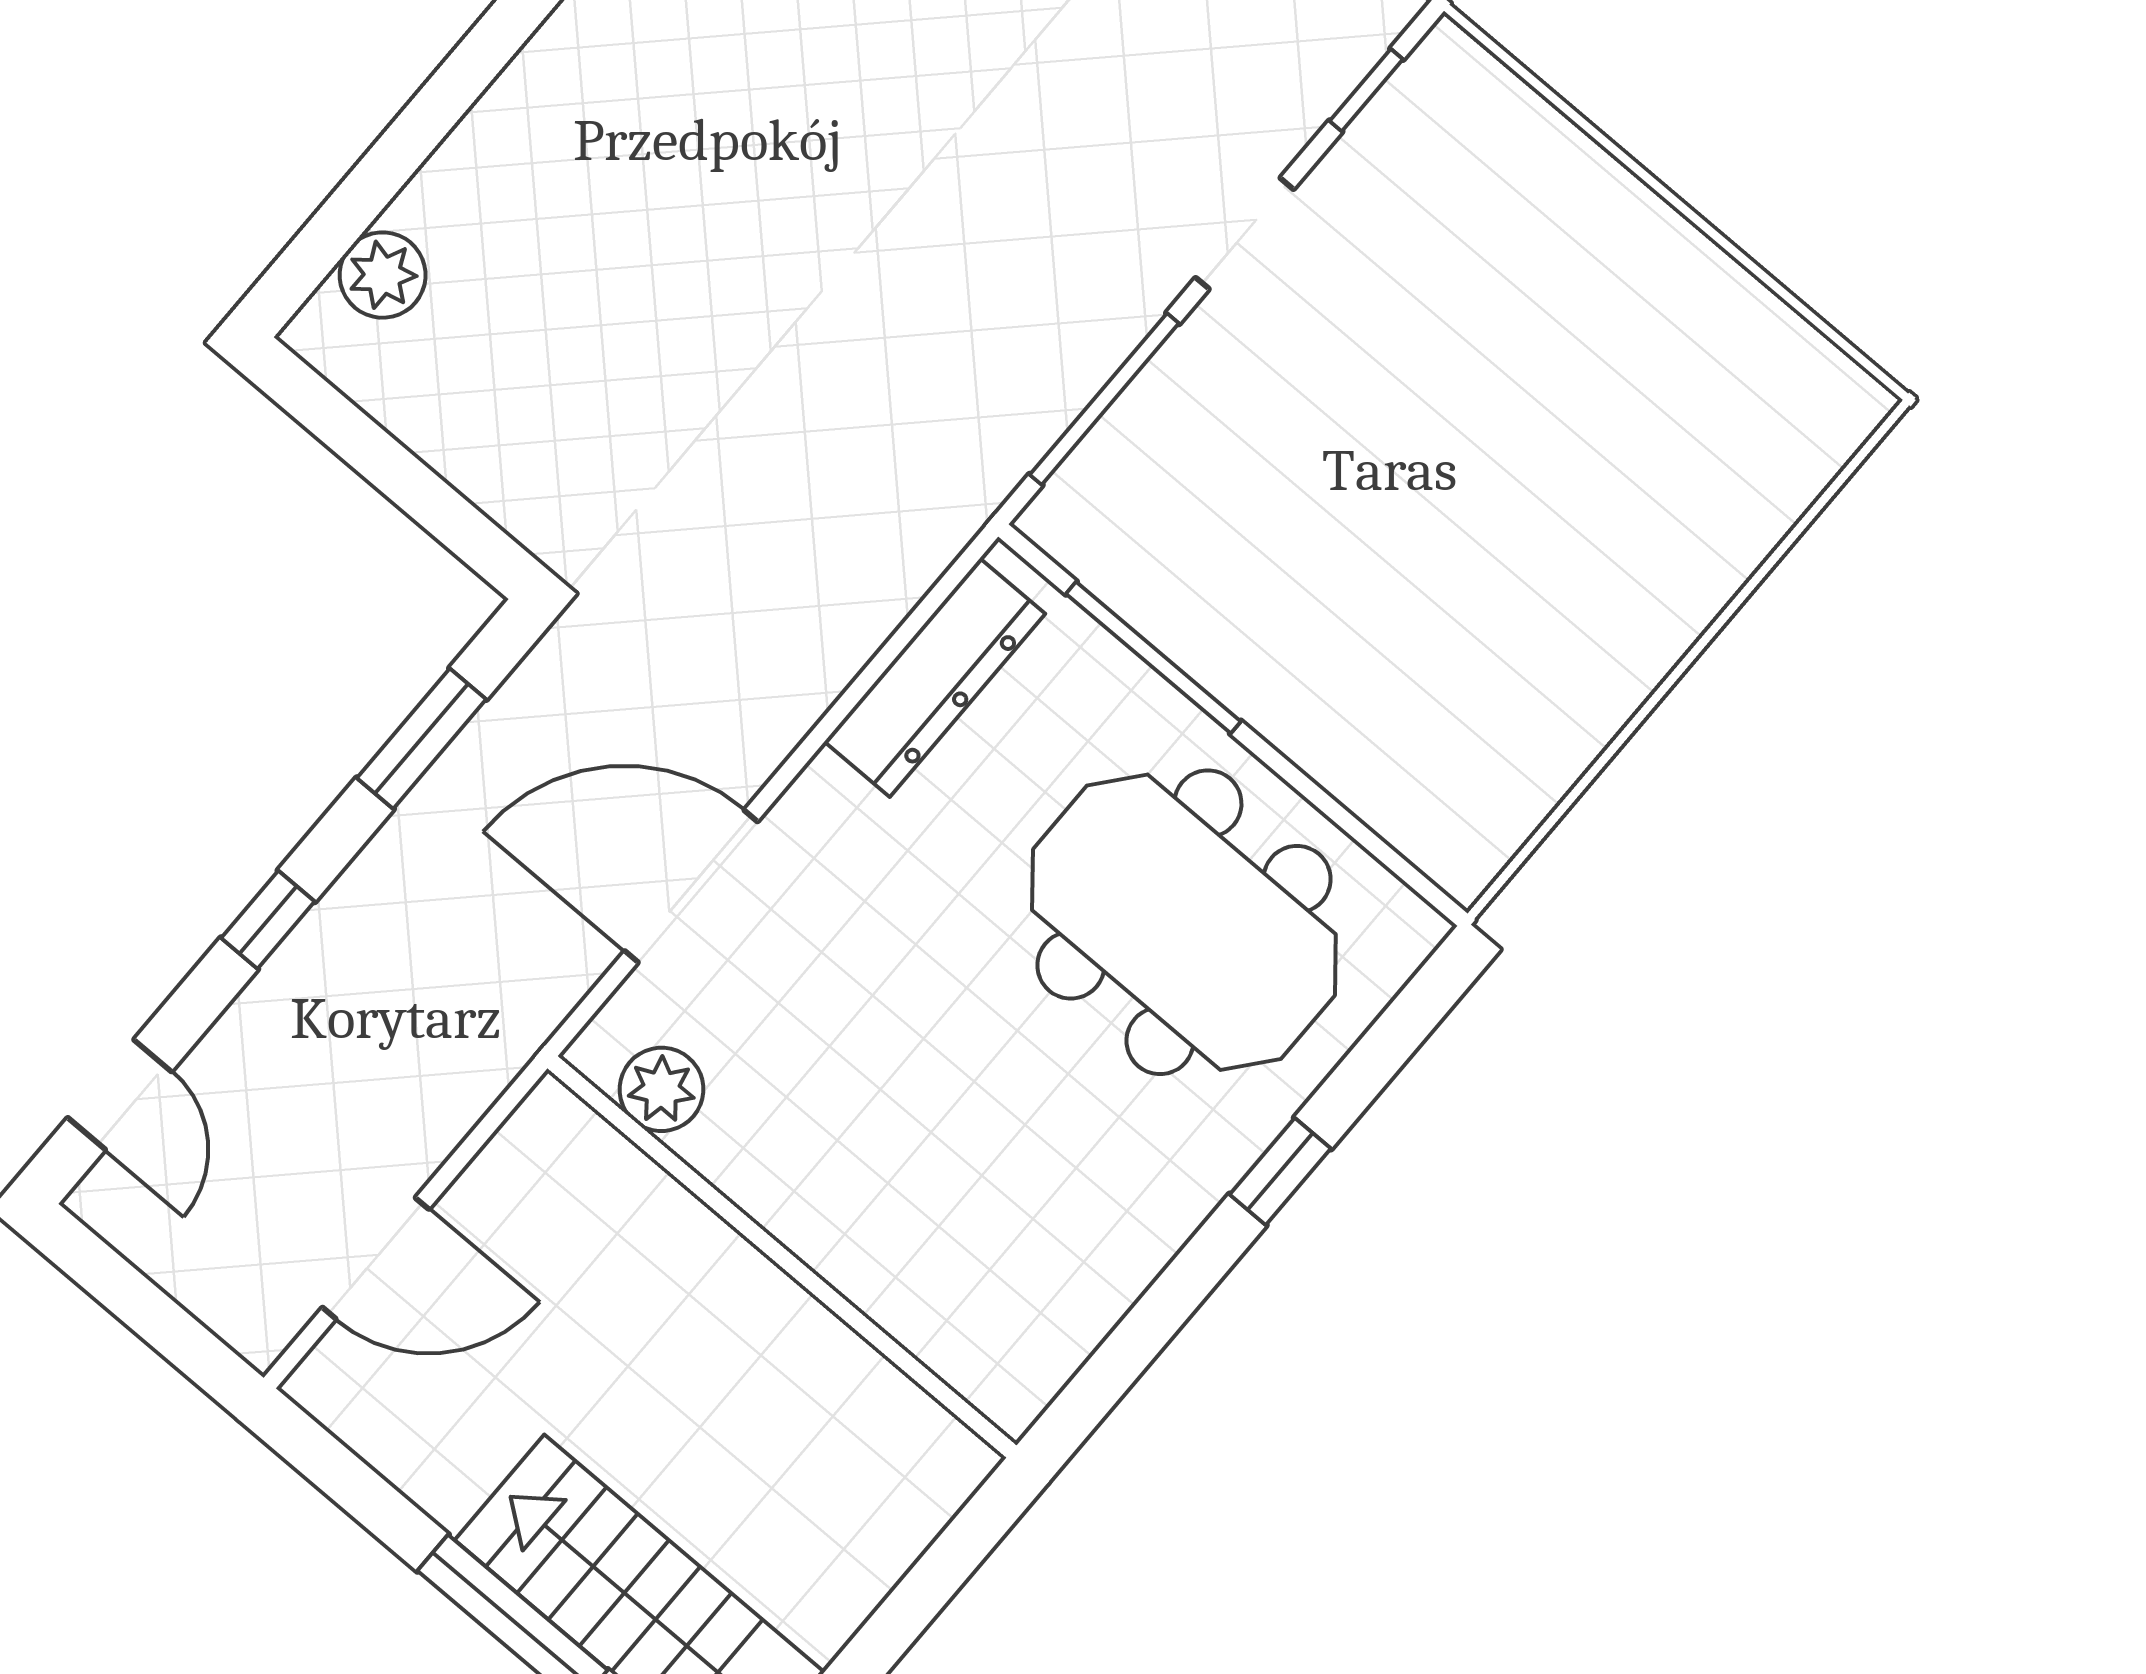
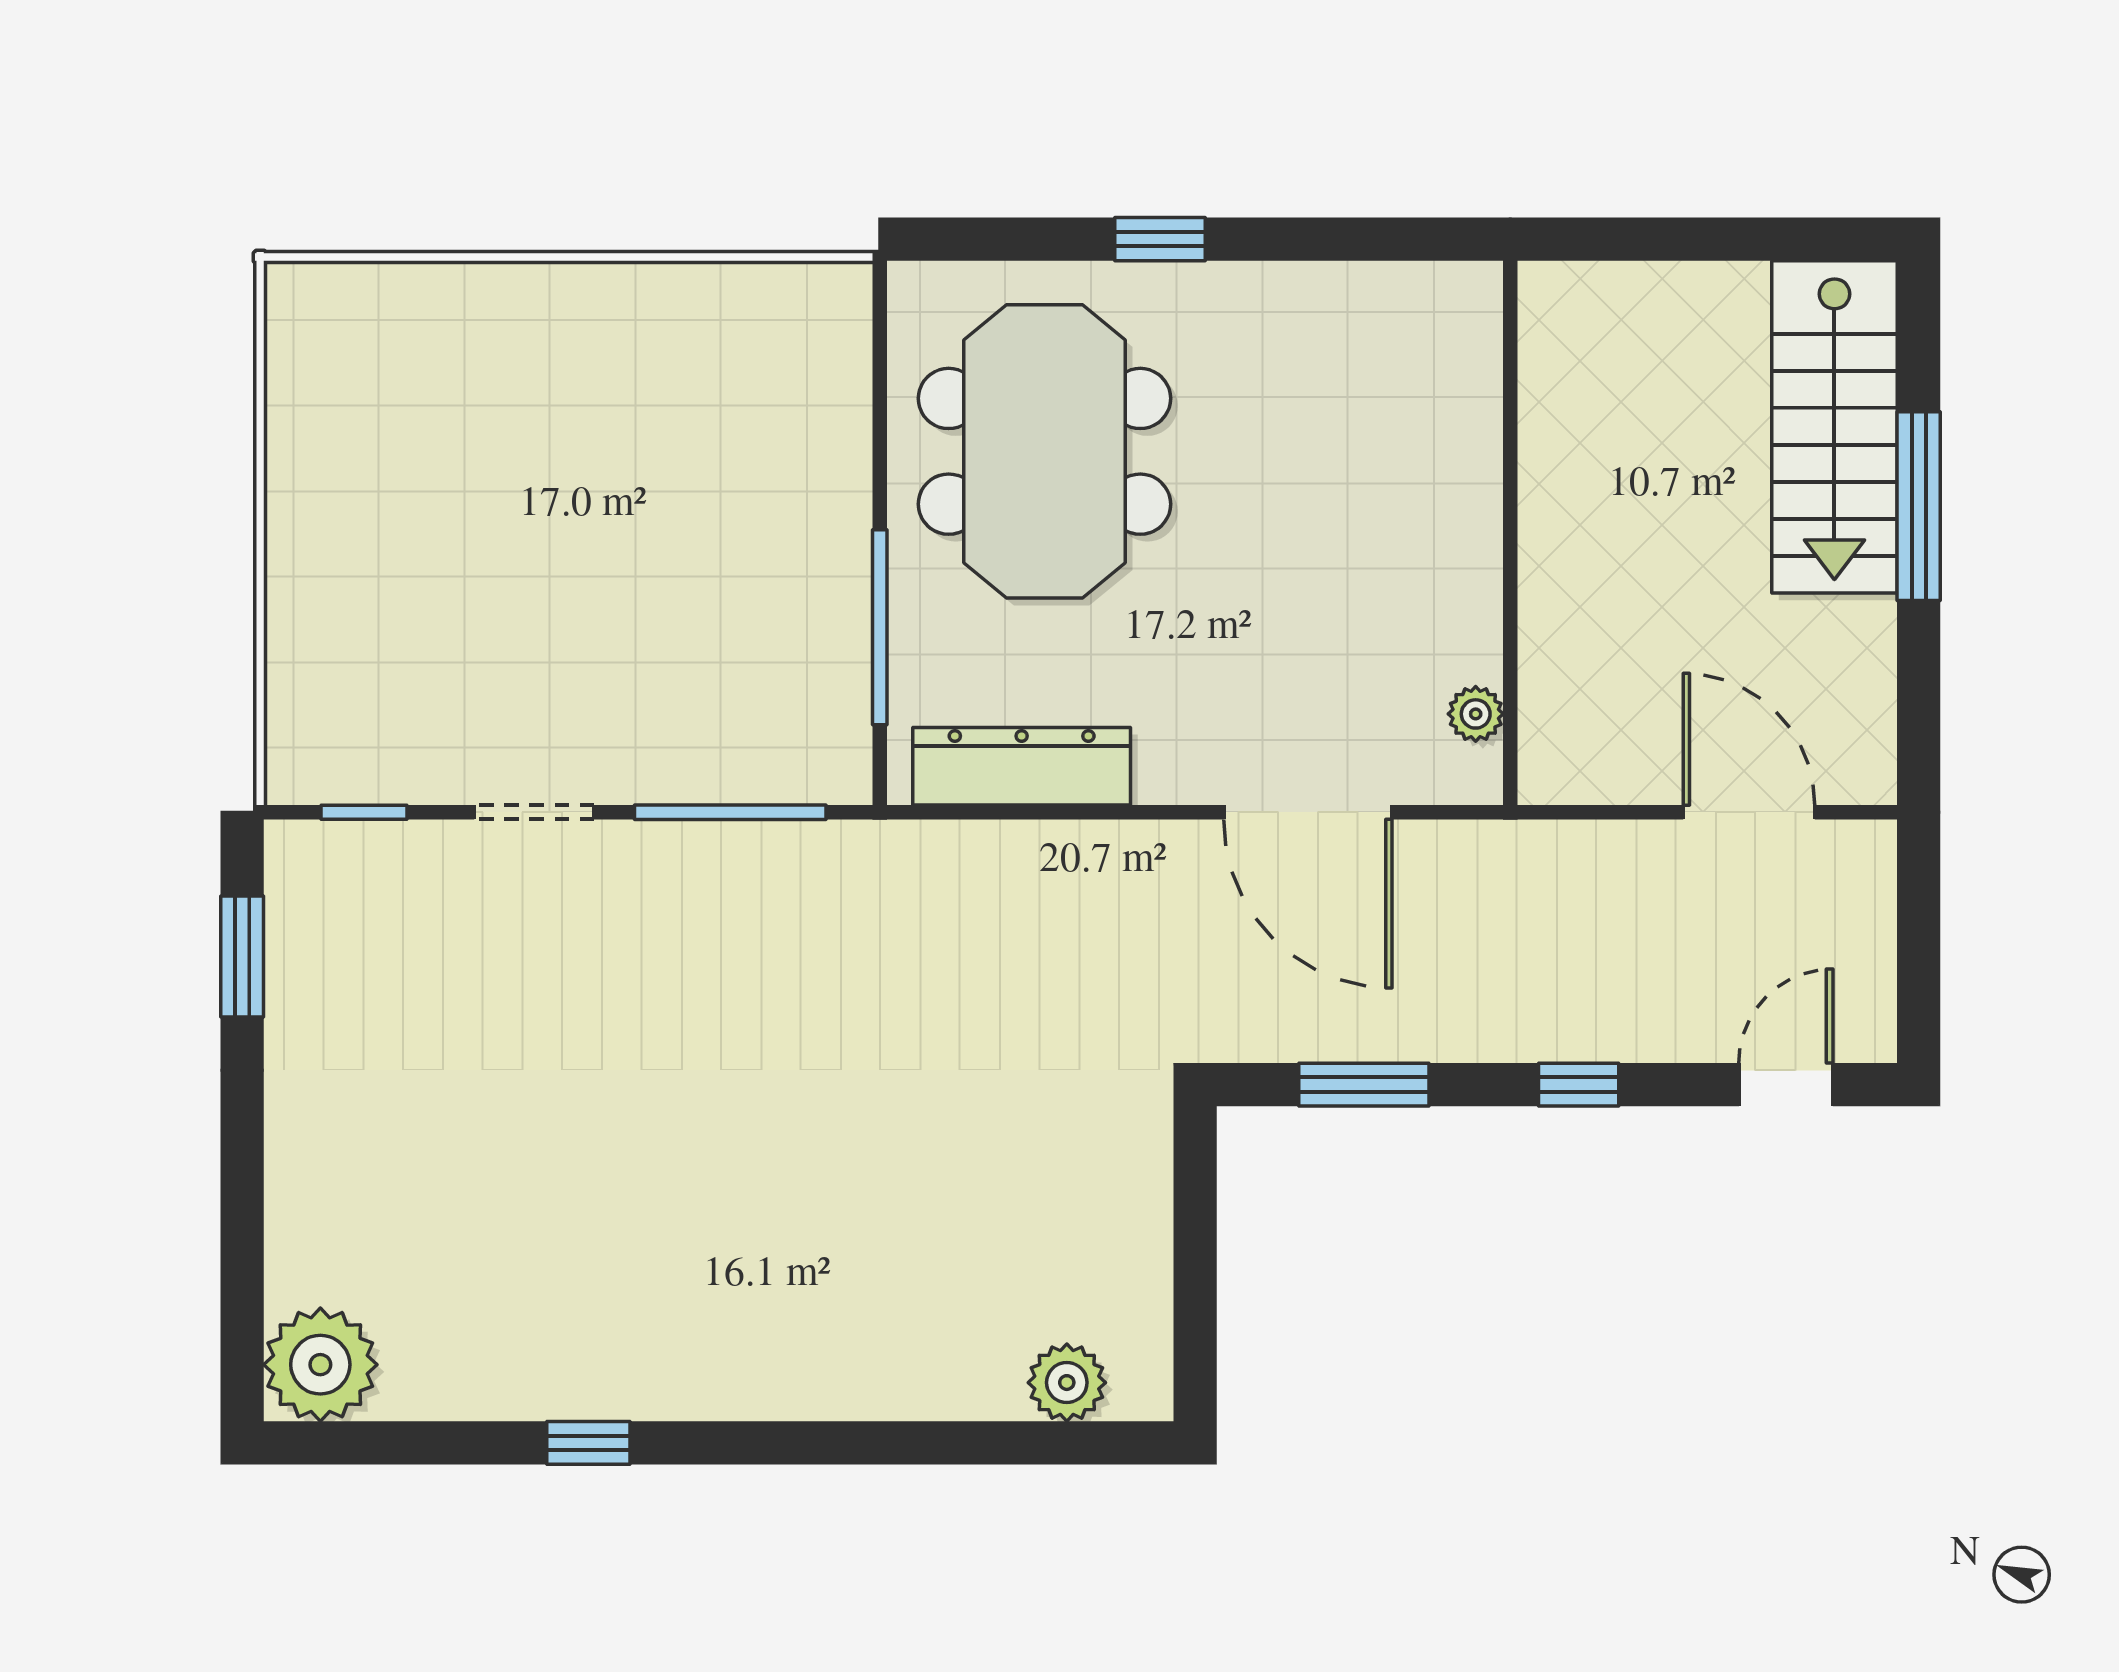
plant: (661, 1089) -> (1476, 714), width x0.73, depth x0.73

